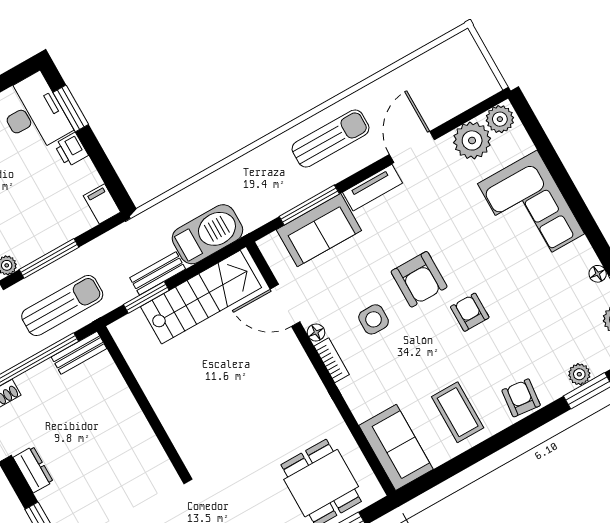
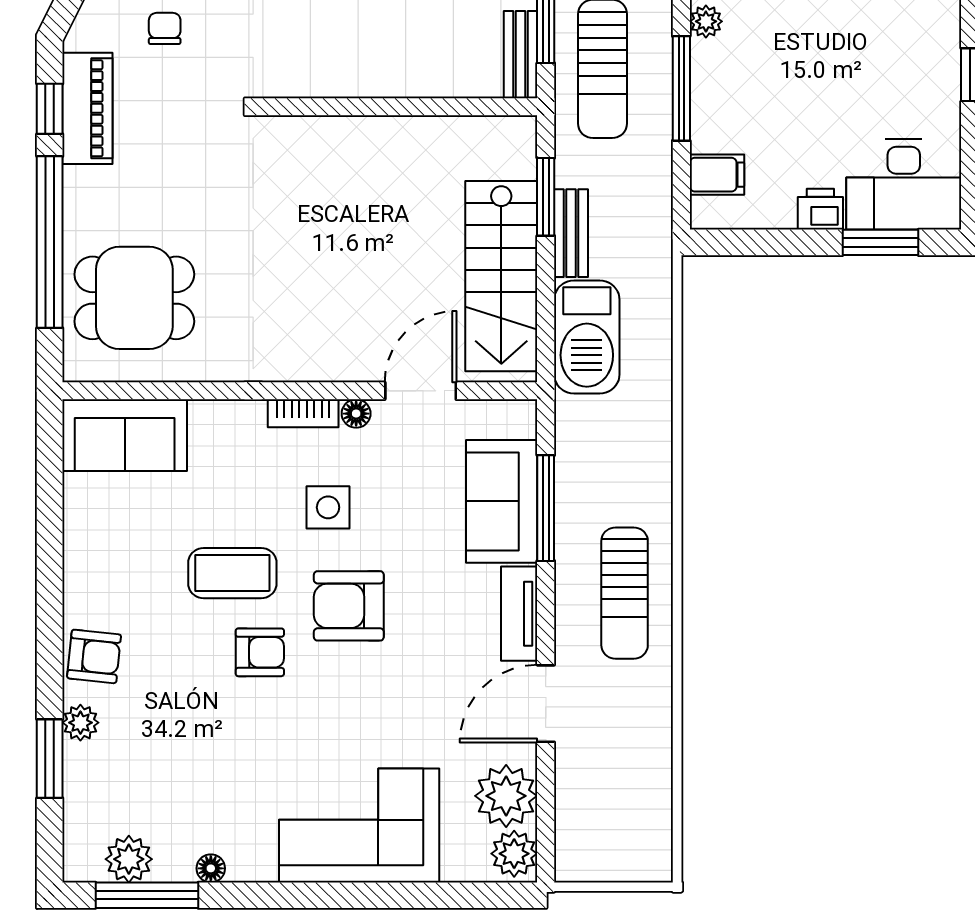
door: (412, 147) -> (546, 704), swing flipped
filing cabinet: (102, 204) -> (717, 175), moved
plant: (579, 374) -> (80, 723), moved
coffee table: (458, 412) -> (232, 573), moved

